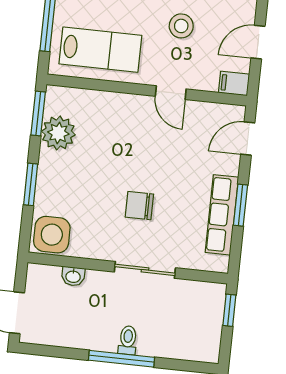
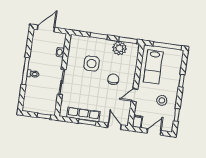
door: (258, 42) -> (154, 132), hinge flipped
chair: (139, 206) -> (113, 79), moved
side table: (52, 235) -> (92, 64), moved

